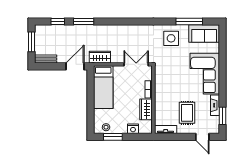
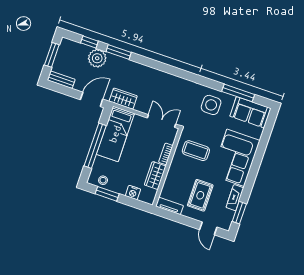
plant: (68, 32) -> (97, 58), added
coffee table: (171, 79) -> (196, 151), added
window: (90, 102) -> (95, 146), added

